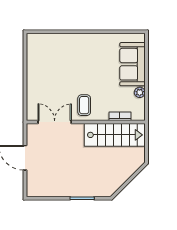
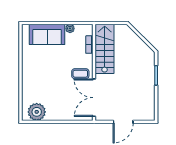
plant: (37, 52) -> (37, 112), added
double door: (55, 122) -> (94, 98), width x1.37

